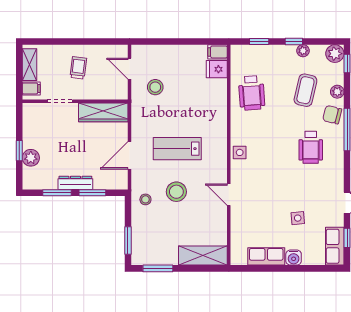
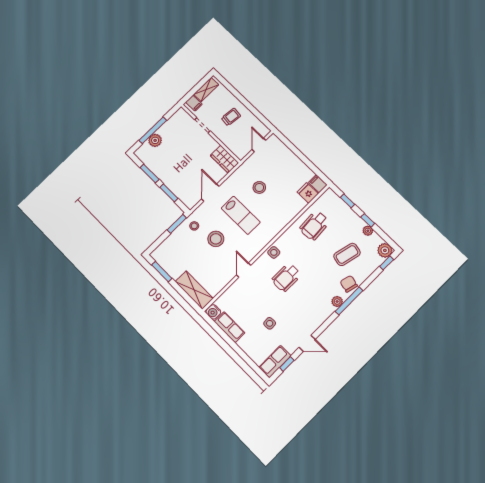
stool: (155, 87) -> (259, 187), moved
plant: (337, 92) -> (337, 302), moved
wardrobe: (103, 112) -> (224, 159), width x0.67
wheelchair: (311, 147) -> (286, 277), moved
lab bench: (177, 149) -> (241, 215), turned 180
window: (19, 151) -> (153, 130), width x2.17
door: (130, 155) -> (210, 193), hinge flipped
dresser: (75, 183) -> (165, 178), removed
window: (128, 240) -> (177, 224), moved
water cooler: (294, 258) -> (213, 312), moved

